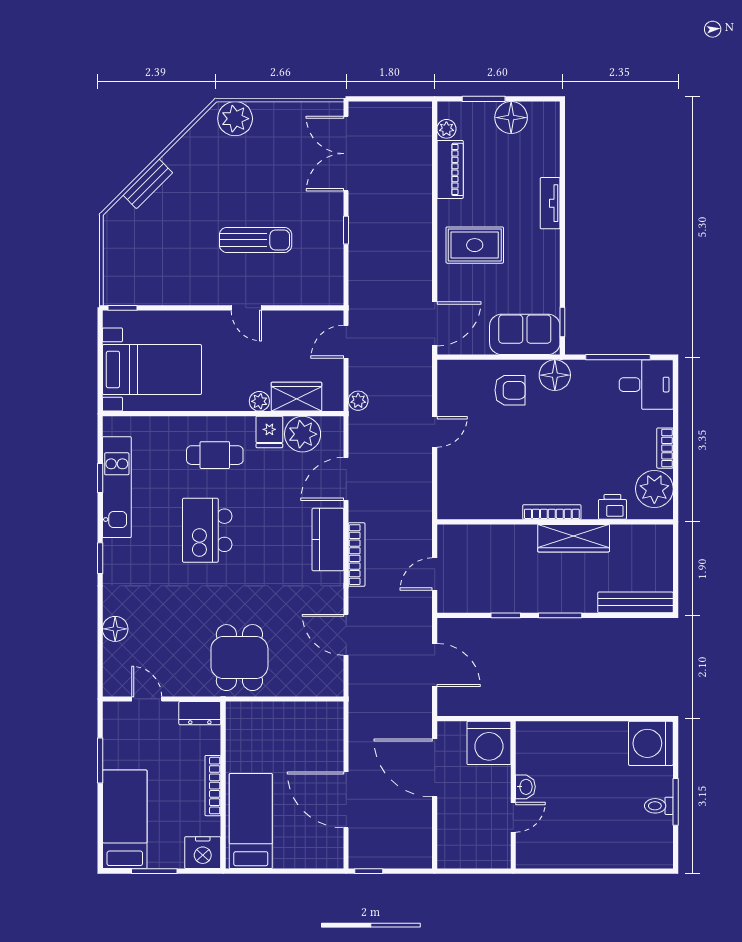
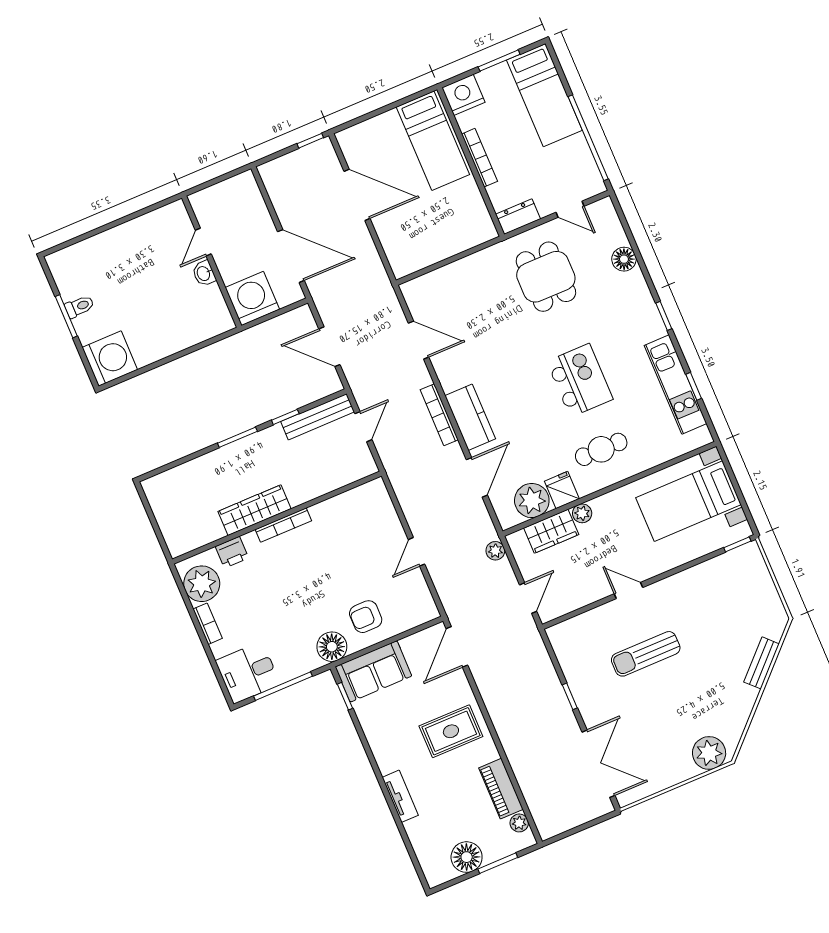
bench: (636, 602) -> (318, 417), moved
dining table: (239, 658) -> (546, 277), moved
window: (100, 760) -> (588, 138), width x2.11

